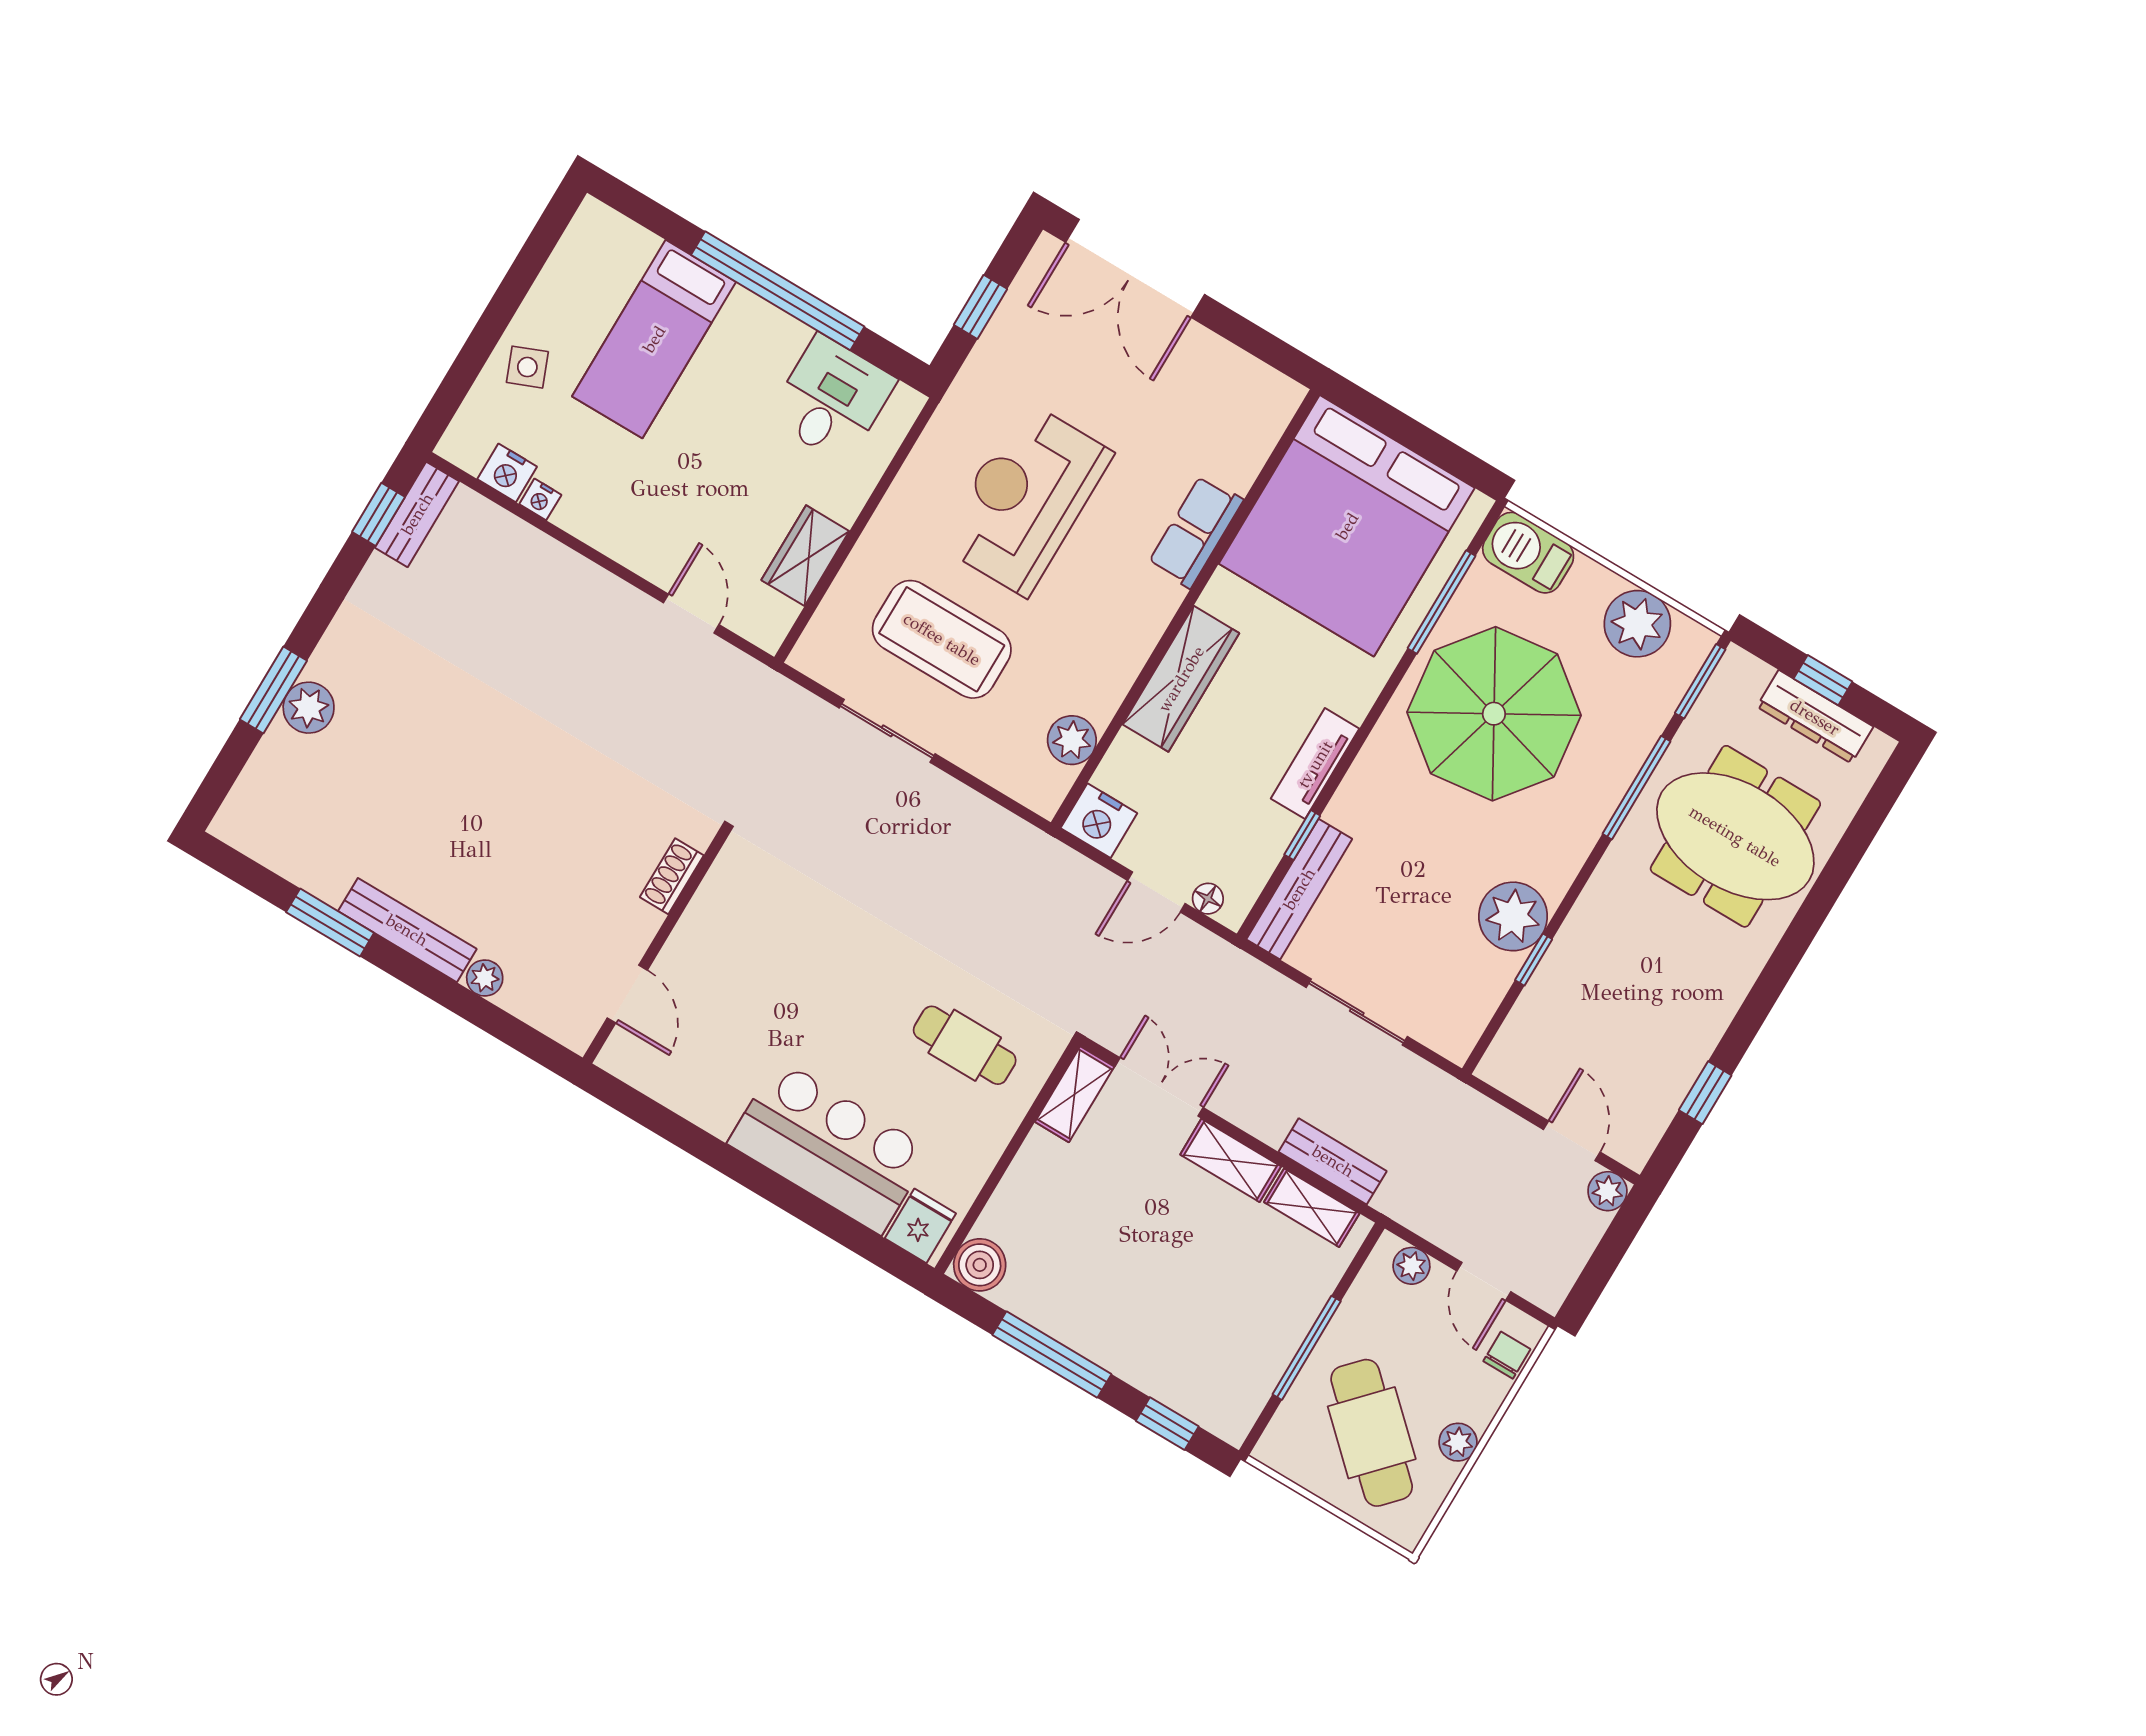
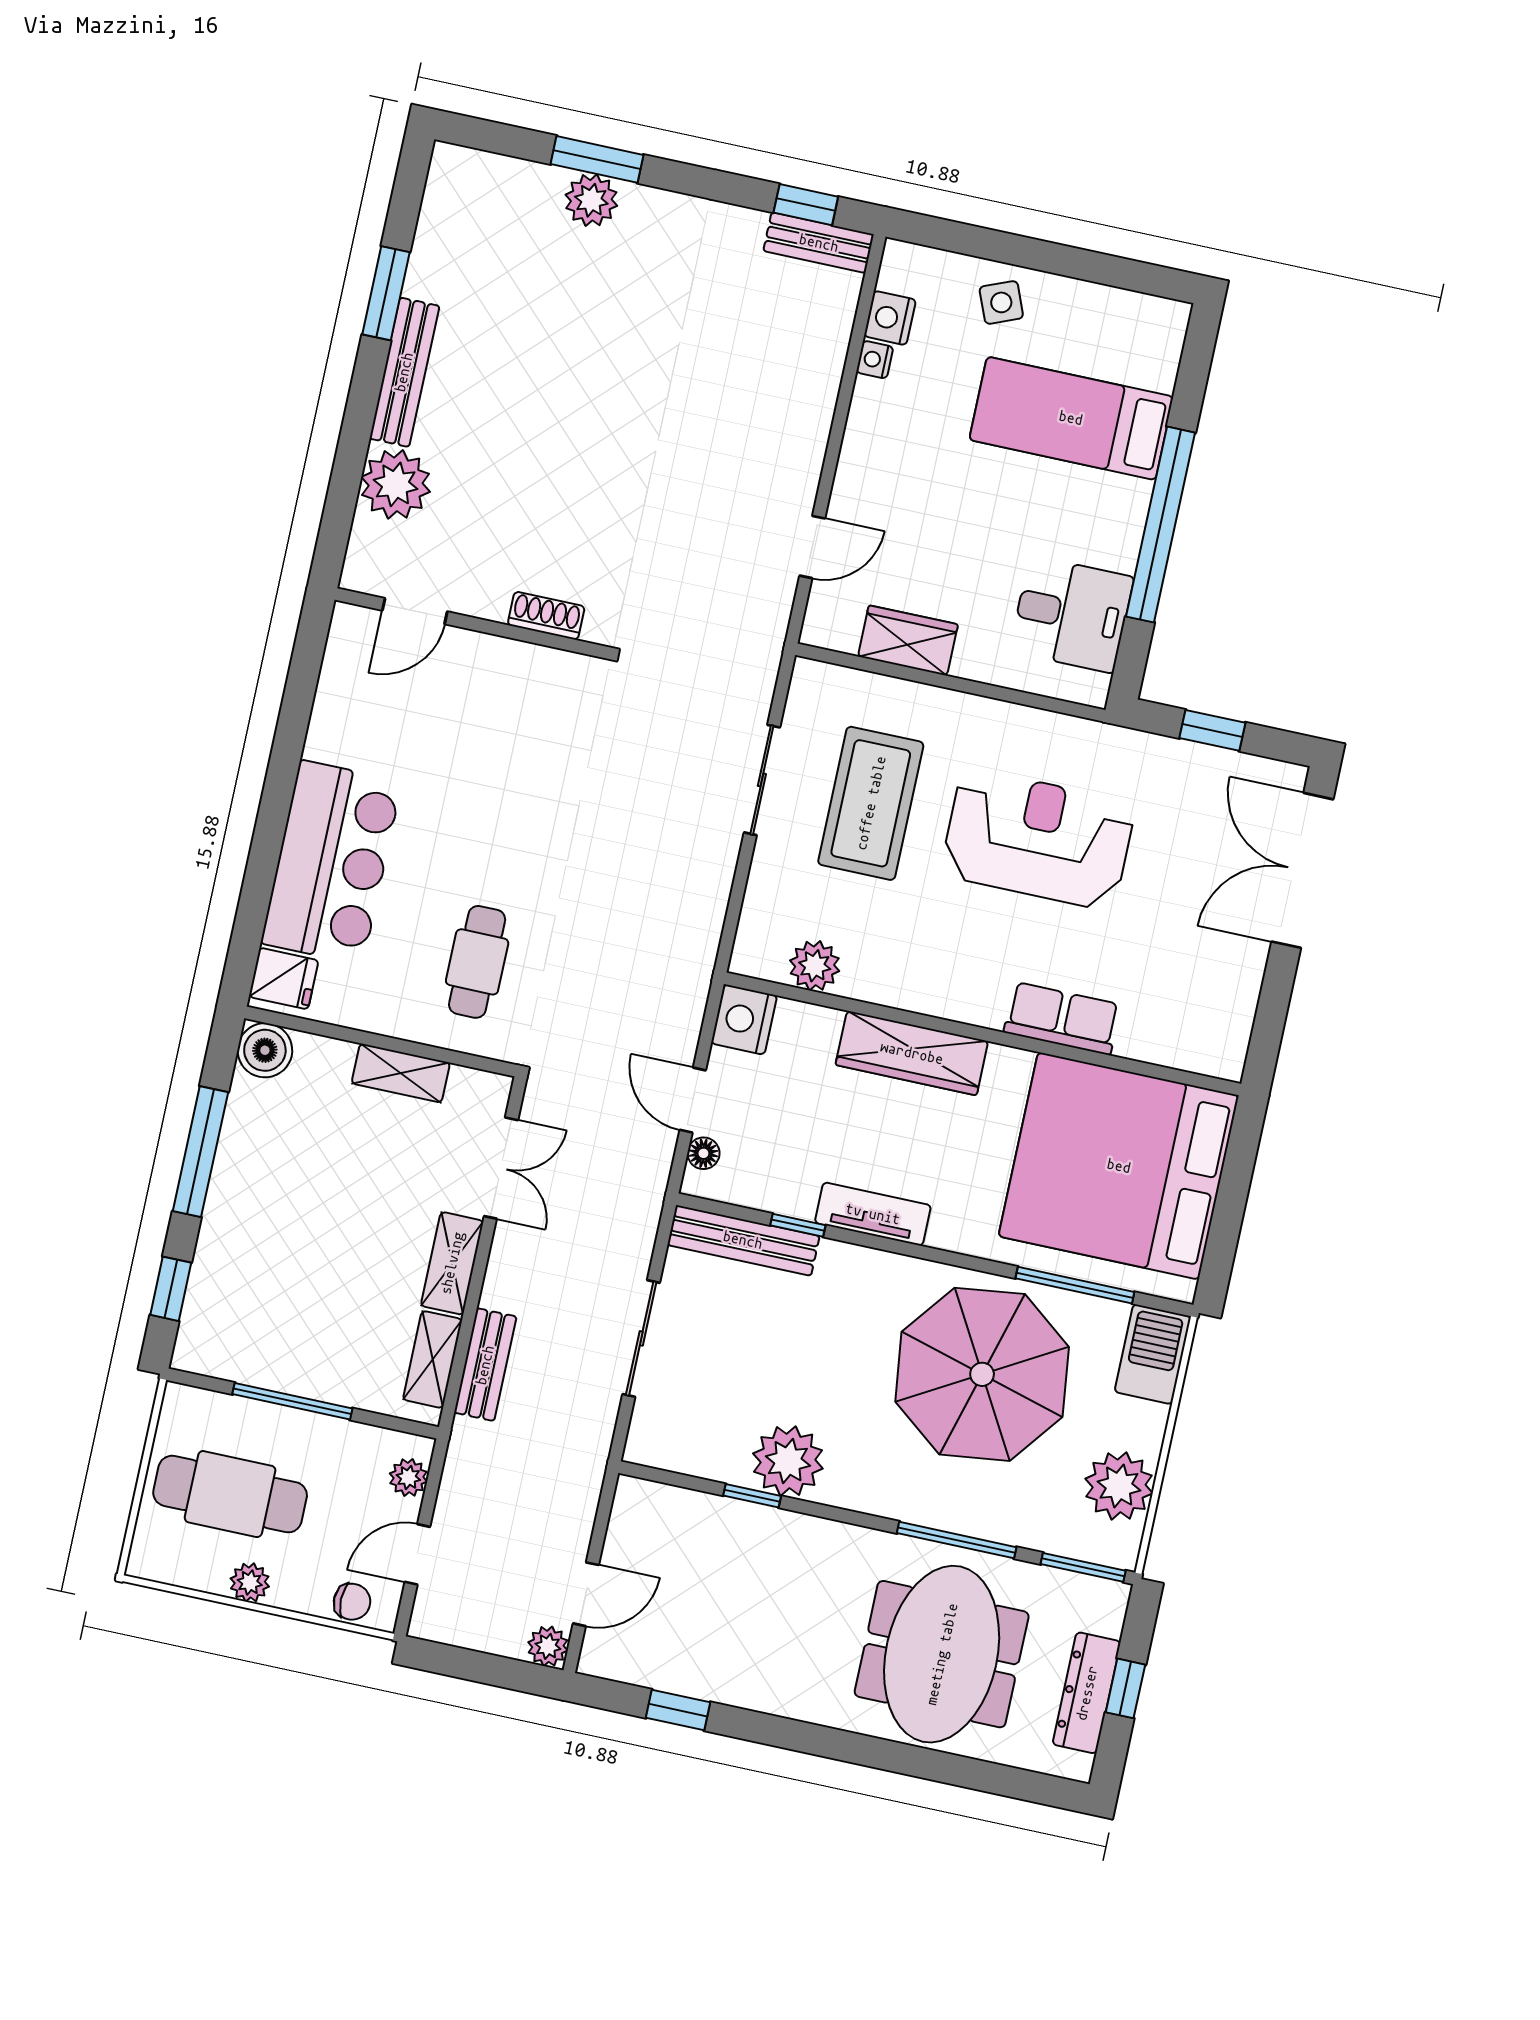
plant: (485, 978) -> (396, 484), width x1.88, depth x1.88
shelving: (1075, 1094) -> (401, 1073), moved
cafe table: (1372, 1433) -> (230, 1494), turned 47

